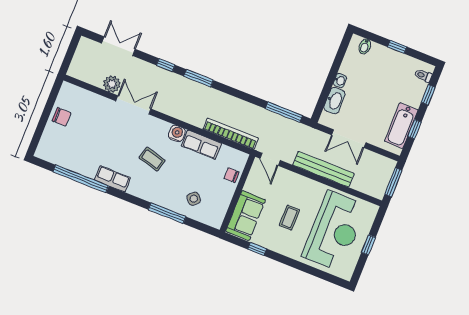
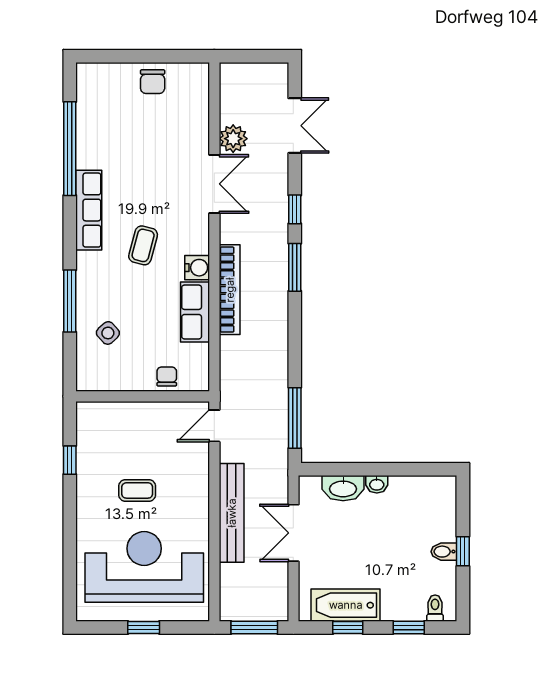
bidet: (365, 46) -> (444, 552), moved
bookcase: (231, 134) -> (230, 290), moved
row of seats: (112, 179) -> (89, 210), width x1.48
sofa: (246, 216) -> (114, 422), removed
reception desk: (334, 231) -> (144, 567), turned 180

